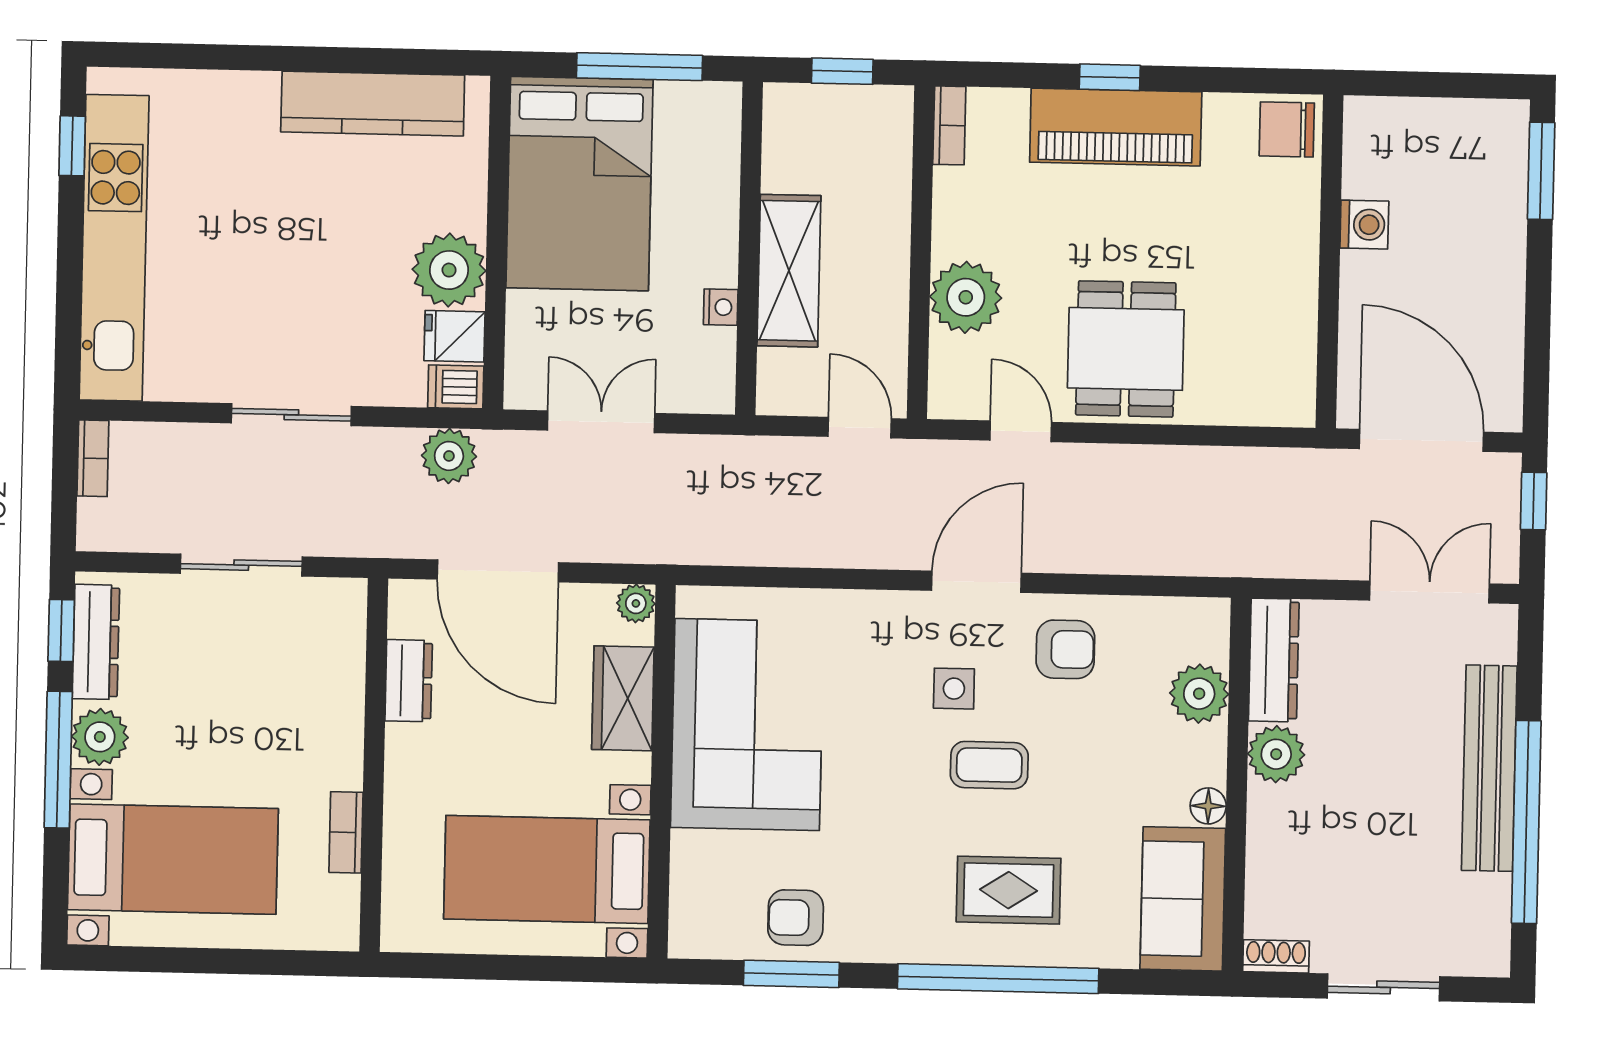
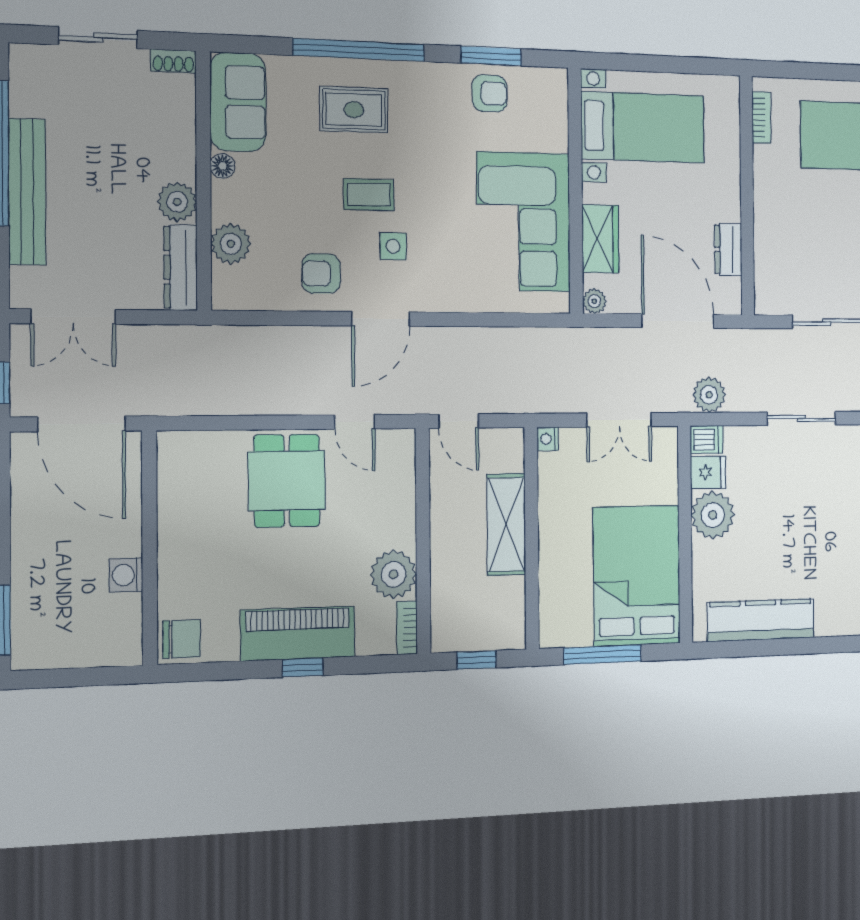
plant: (966, 297) -> (394, 574), moved
nightstand: (721, 307) -> (548, 439), moved
bookcase: (346, 832) -> (761, 117), moved

